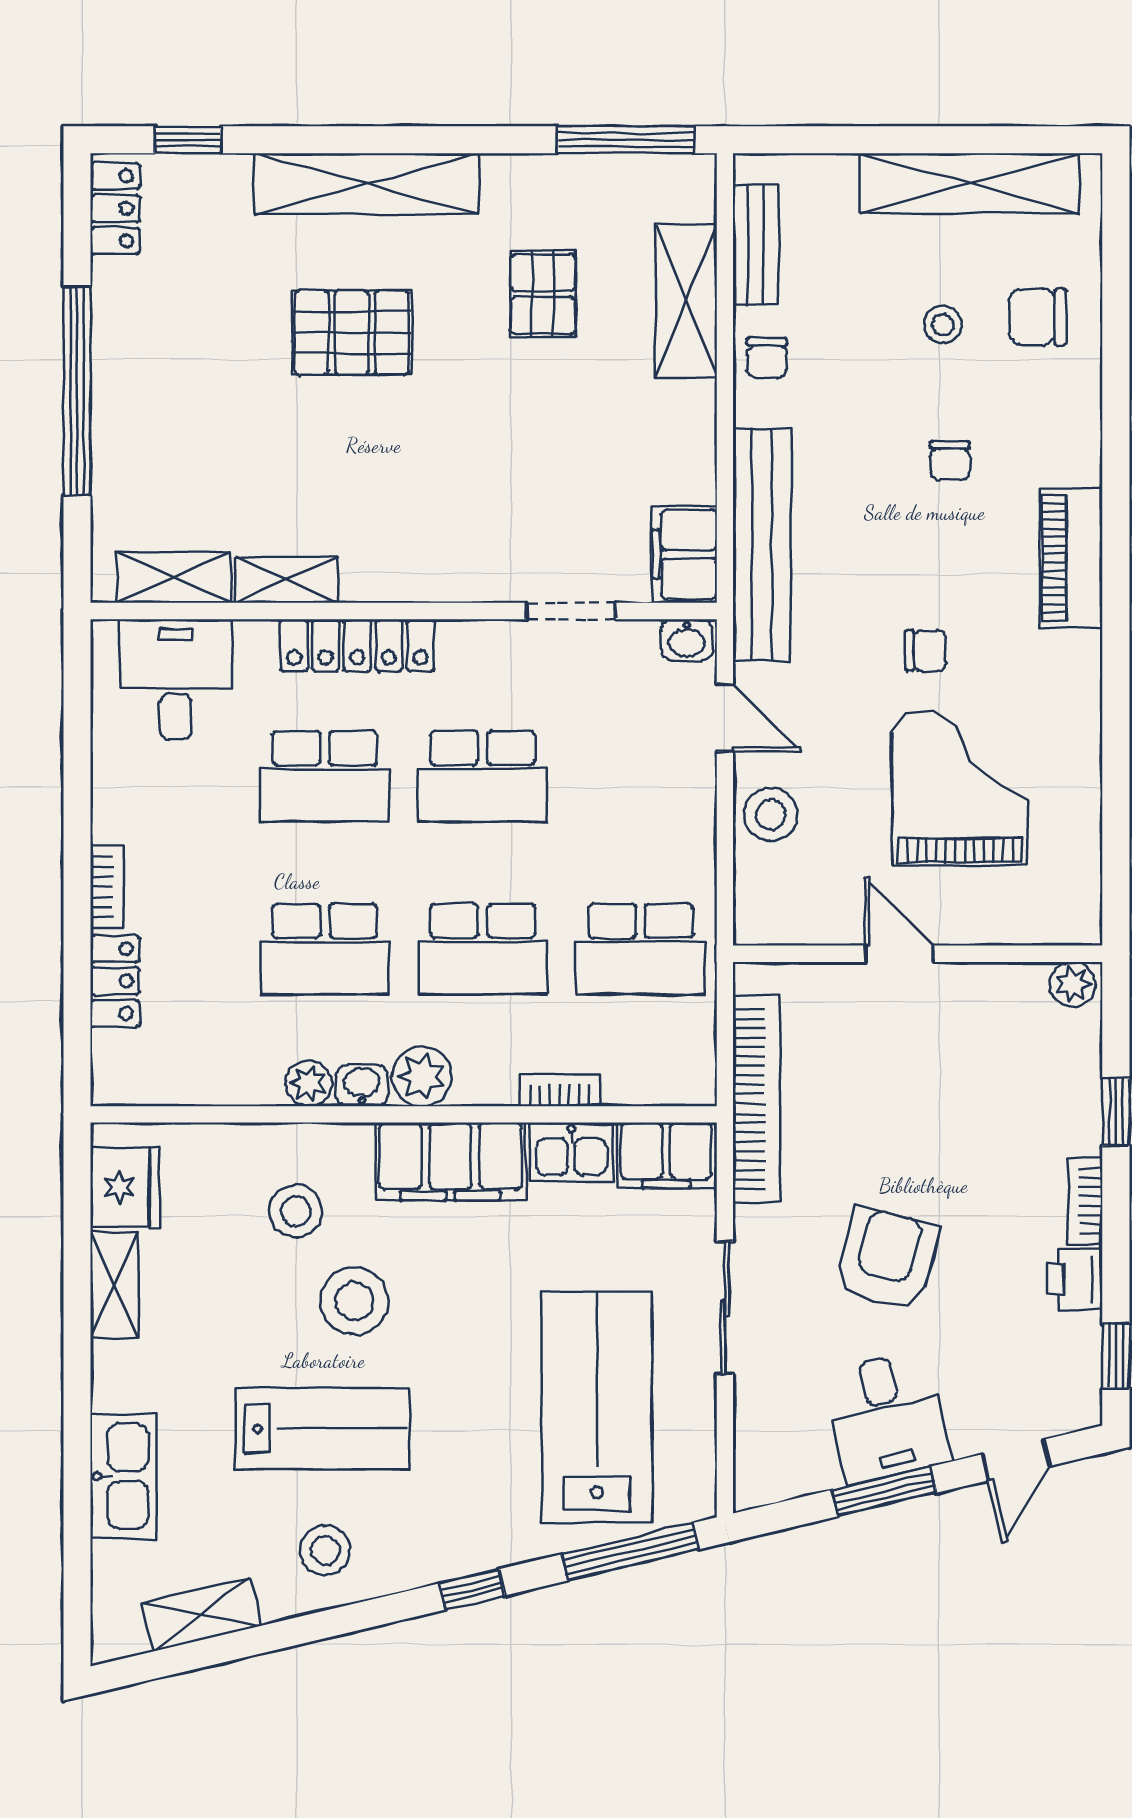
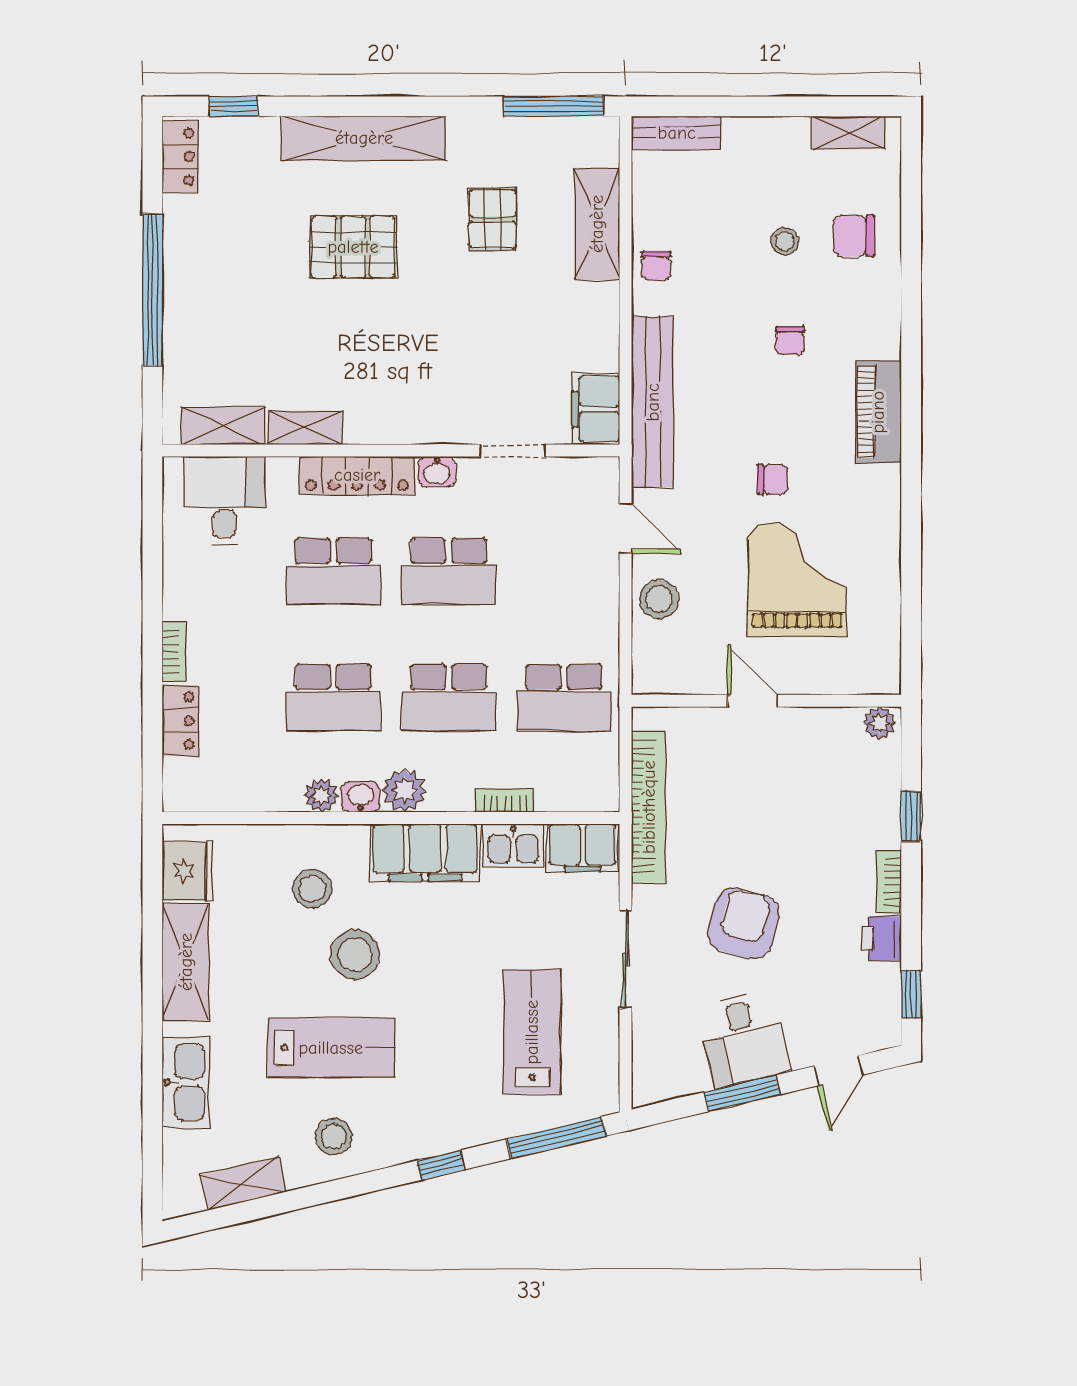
shelving: (970, 183) -> (848, 133), width x0.45, depth x0.75
bench: (756, 245) -> (677, 133), moved, turned 90
washbasin: (687, 640) -> (437, 472), moved
shelving: (114, 1285) -> (186, 962), width x1.50, depth x1.33
lab bench: (597, 1407) -> (532, 1032), width x0.73, depth x0.72

